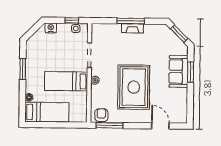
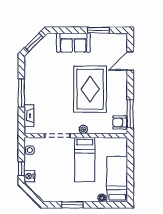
window: (72, 20) -> (21, 168), moved
fireplace: (132, 28) -> (29, 116), moved
window: (191, 72) -> (98, 30), moved
rug: (134, 87) -> (90, 89), turned 90

